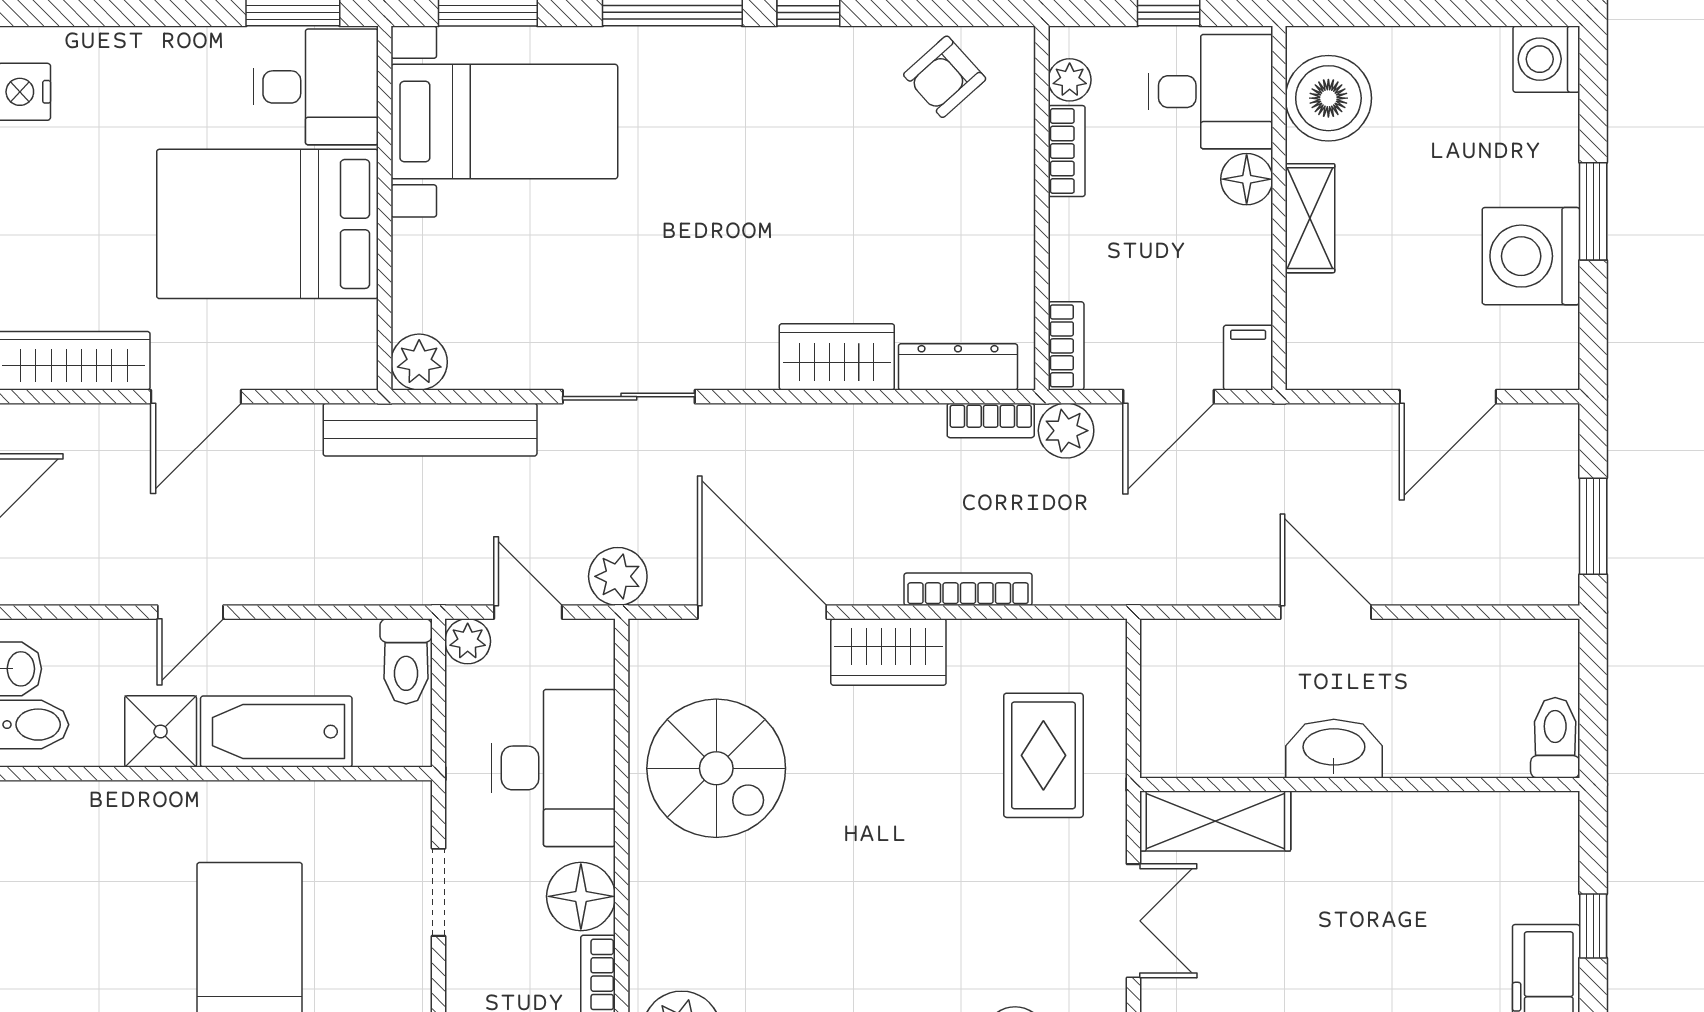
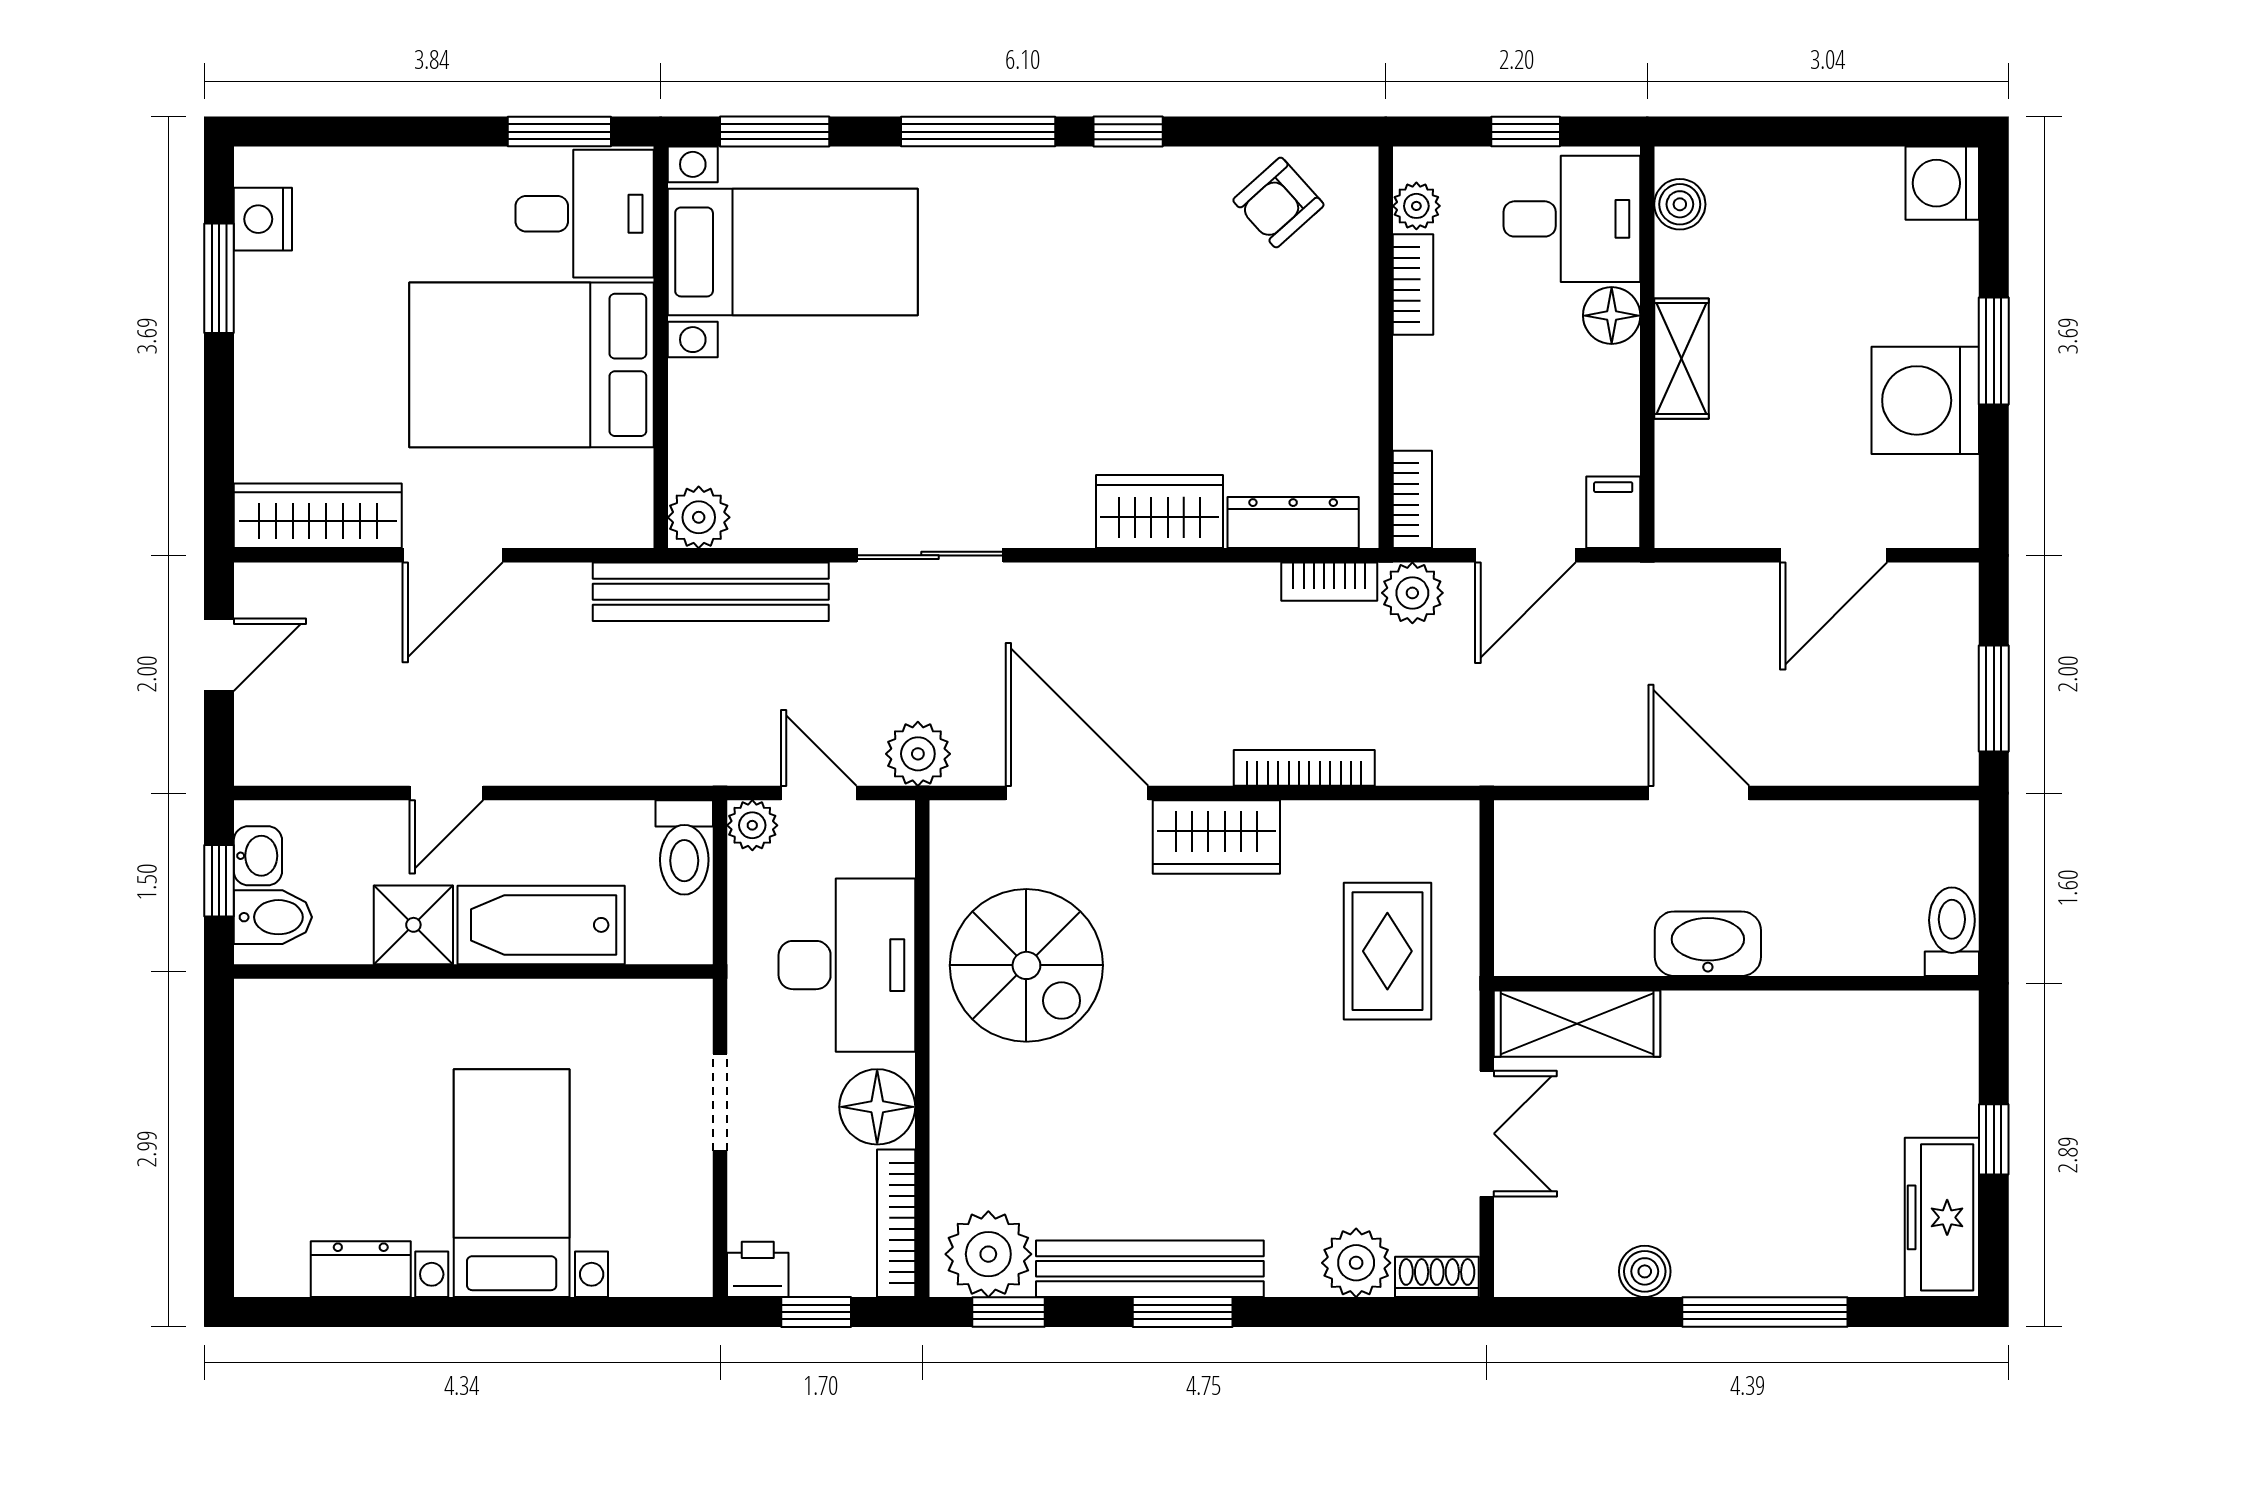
boiler: (1328, 98) -> (1680, 204), width x0.54, depth x0.54

